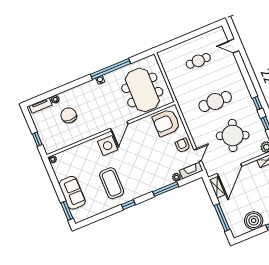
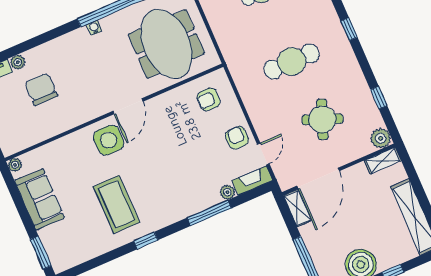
window: (257, 103) -> (349, 29), moved
armchair: (166, 123) -> (208, 99), width x0.53, depth x0.53
round table: (233, 135) -> (322, 119), width x0.73, depth x0.73
sofa: (72, 193) -> (40, 199), moved

